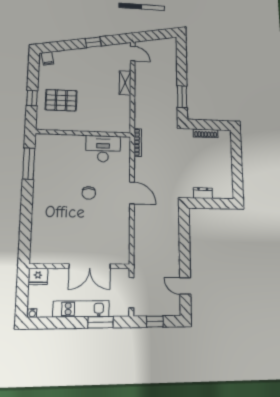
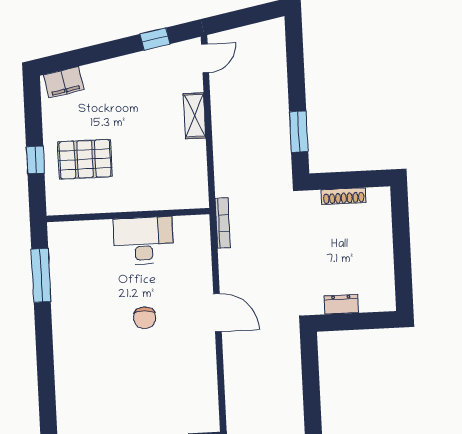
window: (93, 42) -> (155, 39), moved
door: (133, 54) -> (205, 58), hinge flipped
filing cabinet: (48, 58) -> (64, 82), width x2.00
desk: (103, 149) -> (143, 241), moved

